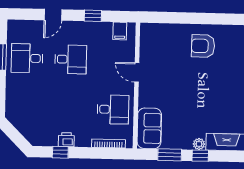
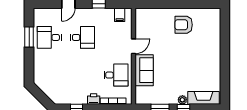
door: (137, 72) -> (133, 46), swing flipped
sofa: (149, 128) -> (144, 70), moved
printer: (66, 140) -> (94, 99), moved

